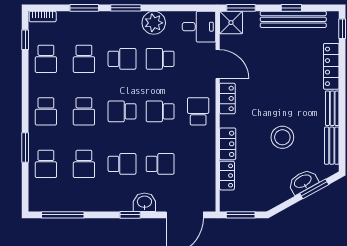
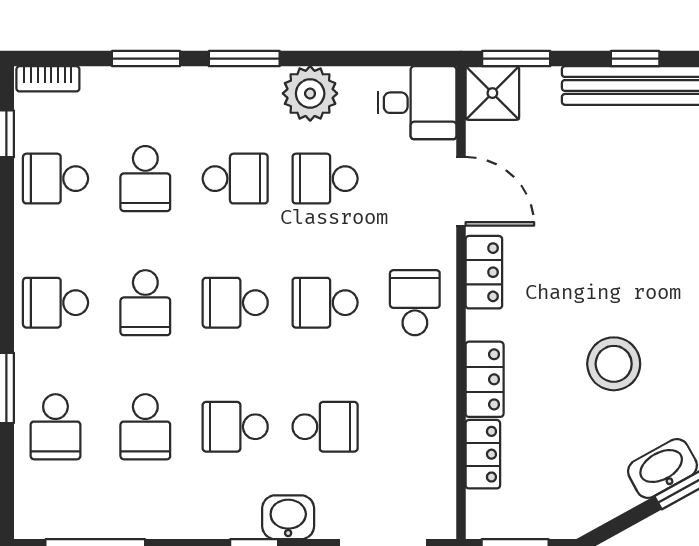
school desk: (46, 59) -> (55, 179), turned 90
school desk: (46, 111) -> (55, 303), turned 90
school desk: (122, 164) -> (235, 427), turned 180

